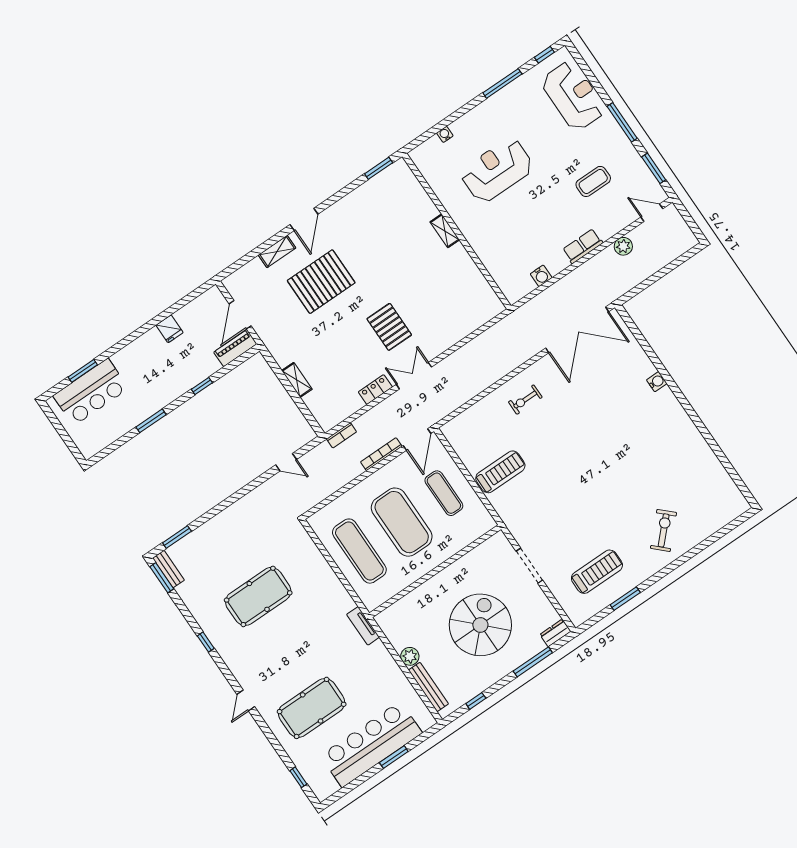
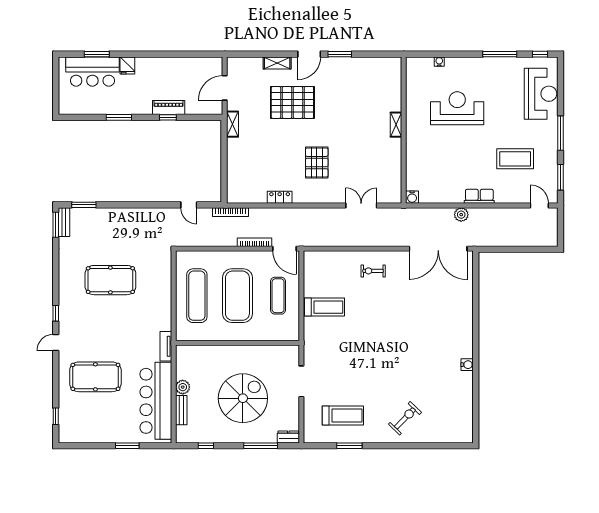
window: (379, 168) -> (340, 54), moved
coffee table: (593, 181) -> (515, 159), width x1.36, depth x1.32
plant: (623, 246) -> (461, 215), moved
water cooler: (541, 276) -> (412, 197), moved
fridge: (169, 329) -> (127, 65), moved
piano: (235, 348) -> (169, 107), moved
double door: (414, 376) -> (361, 205), moved
shelving: (297, 380) -> (233, 124), moved
water cooler: (657, 382) -> (467, 365), moved
bookcase: (342, 435) -> (231, 212), width x1.56
door: (417, 439) -> (285, 249), hinge flipped
window: (206, 642) -> (56, 313), moved
bench: (428, 687) -> (181, 410), width x0.73
bar counter: (371, 744) -> (156, 401), moved, turned -90

